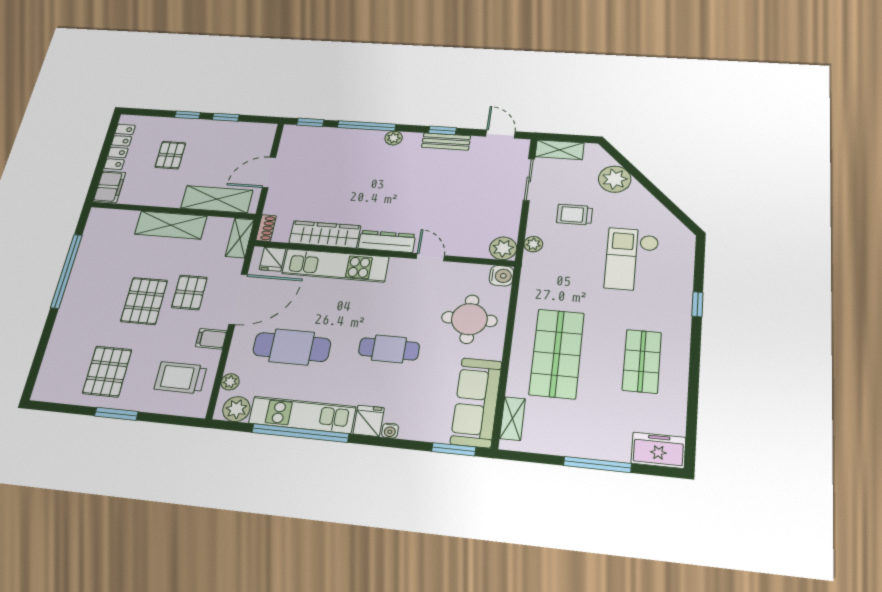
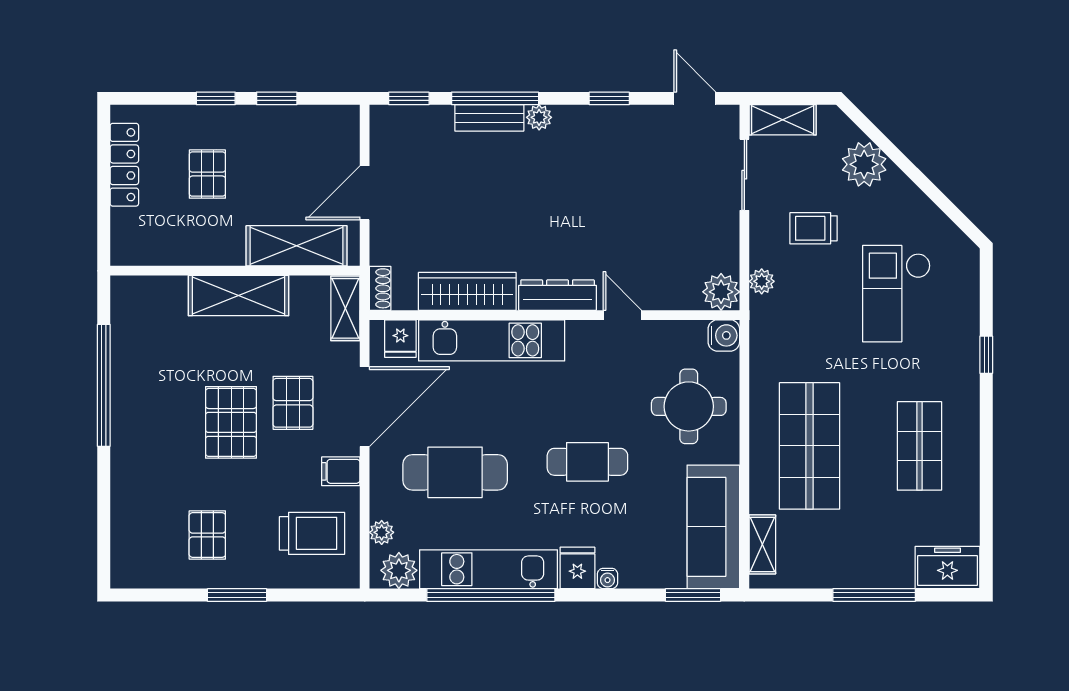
bench: (446, 142) -> (489, 118), moved
filing cabinet: (109, 187) -> (128, 238), removed
pallet: (107, 371) -> (207, 535), width x0.67, depth x0.71
trolley: (180, 378) -> (312, 533), turned 180

